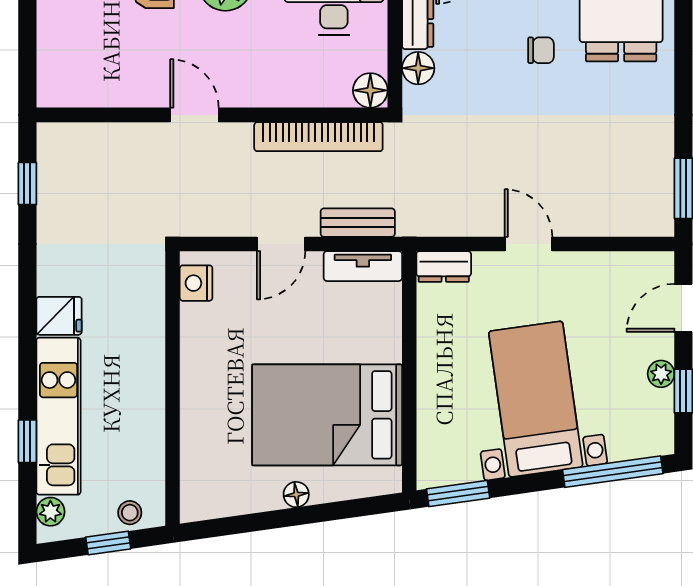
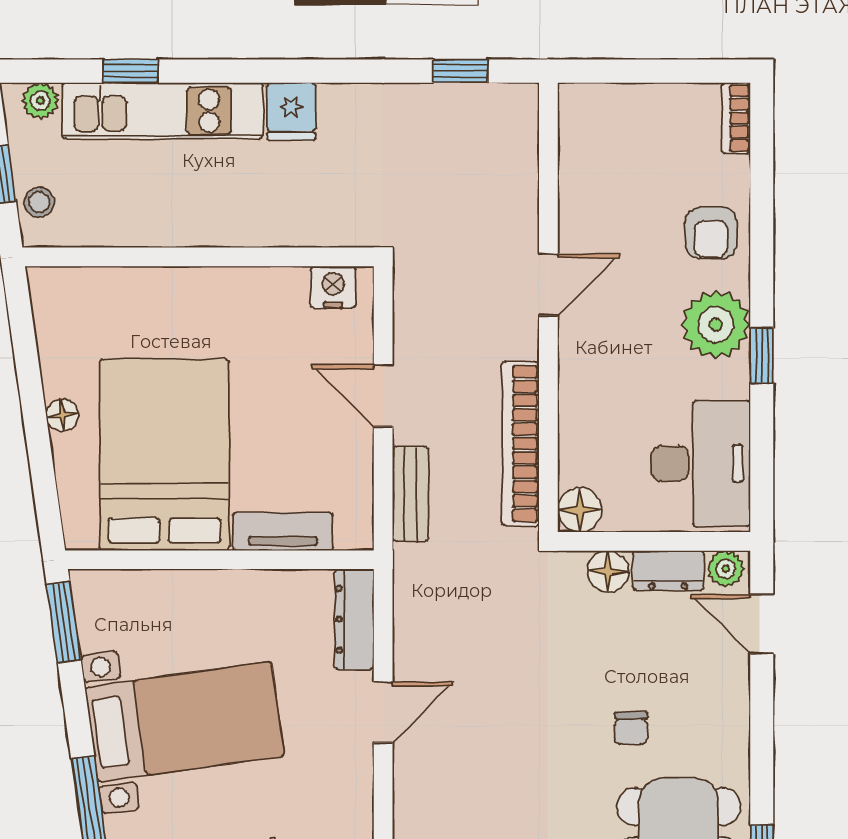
tv unit: (363, 266) -> (283, 531), moved, turned 90
dresser: (444, 267) -> (354, 619), width x1.44

